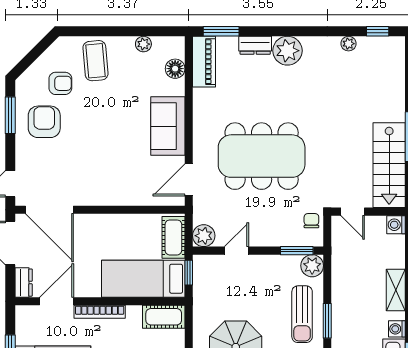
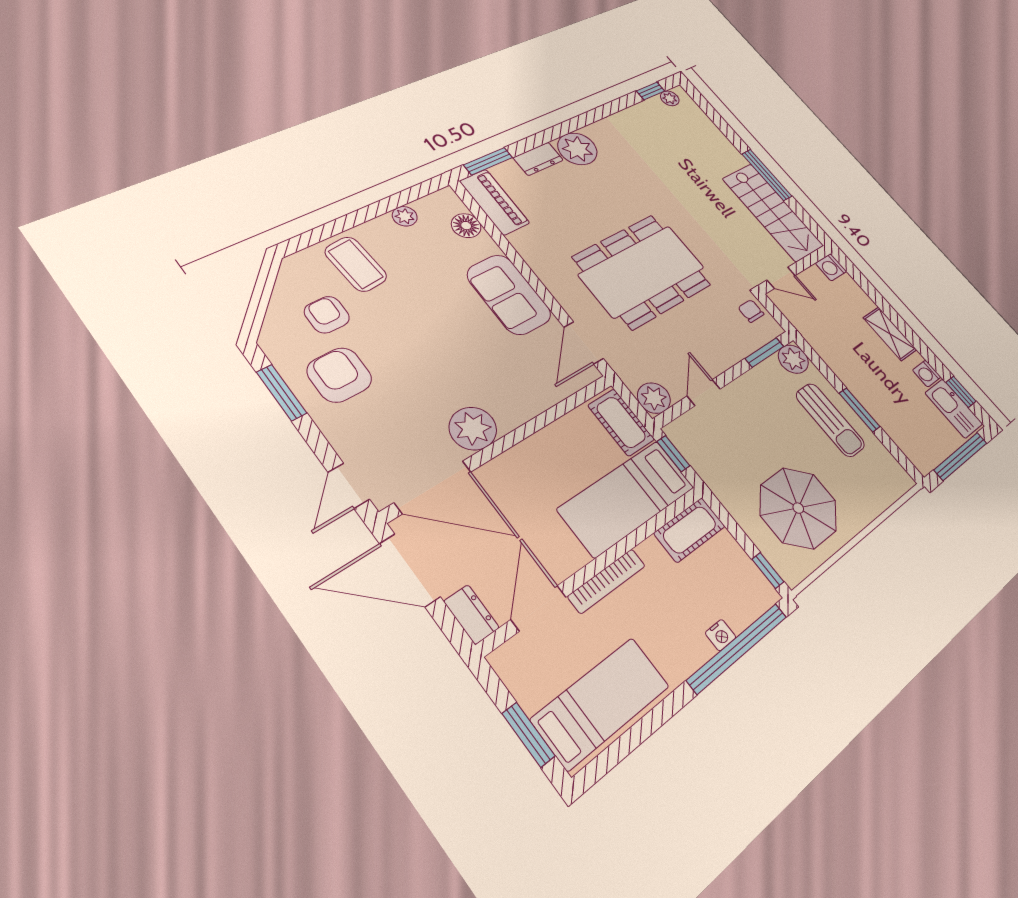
plant: (349, 44) -> (670, 98), moved
armchair: (60, 83) -> (327, 315), turned -90
plant: (91, 192) -> (473, 429), added

